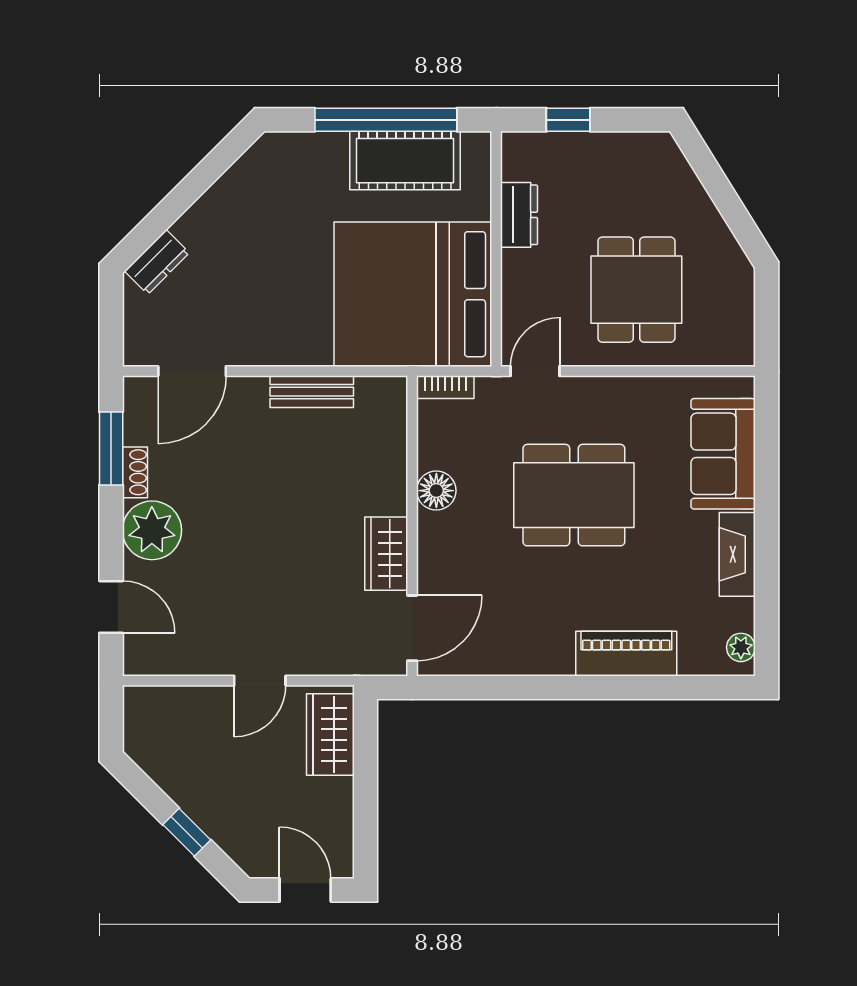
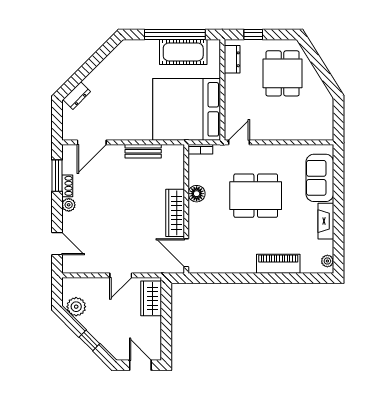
dresser: (519, 215) -> (232, 59), moved
dining table: (636, 290) -> (283, 73), moved
plant: (152, 530) -> (69, 205), width x0.53, depth x0.53
wardrobe: (386, 554) -> (175, 213), width x1.50
door: (412, 628) -> (186, 253), swing flipped
plant: (156, 754) -> (76, 307), added

